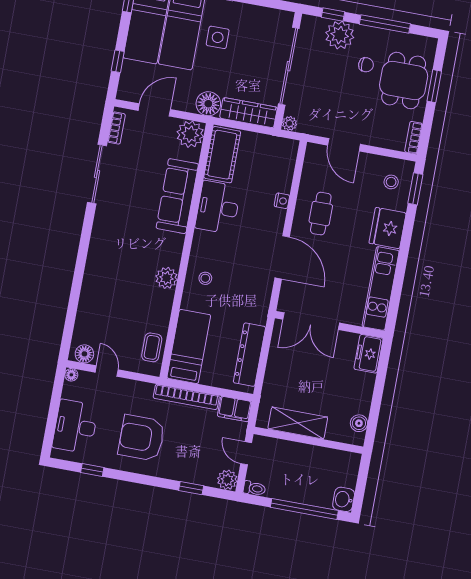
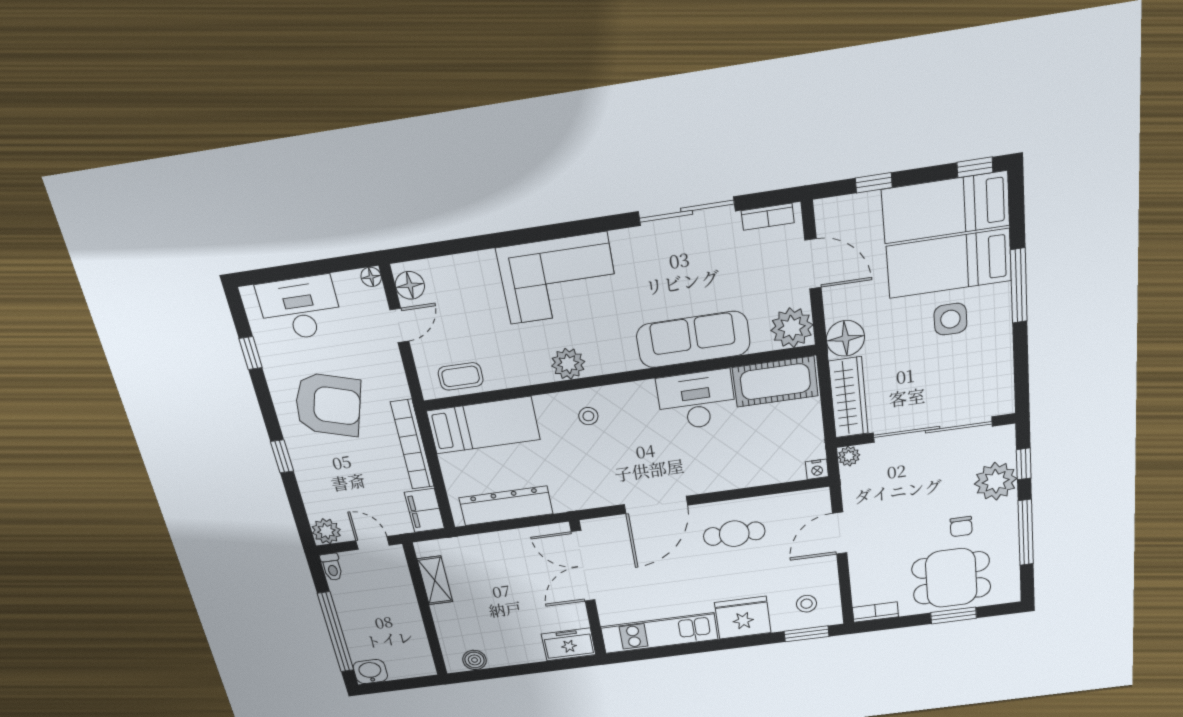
nightstand: (282, 201) -> (817, 469), moved
corner sofa: (111, 264) -> (558, 278), added
shelving: (298, 423) -> (435, 580), width x0.67, depth x0.75
armchair: (142, 438) -> (328, 405), turned 107
door: (246, 453) -> (373, 543), hinge flipped
window: (191, 488) -> (282, 456), moved

